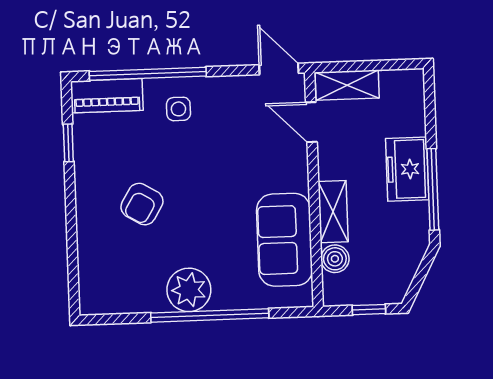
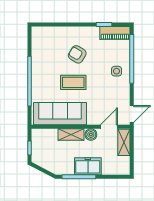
piano: (107, 96) -> (115, 33), moved, turned -90
coffee table: (209, 211) -> (73, 82), added
sofa: (285, 240) -> (60, 114), width x1.36
boiler: (335, 259) -> (91, 135), moved
plant: (189, 290) -> (40, 73), removed

